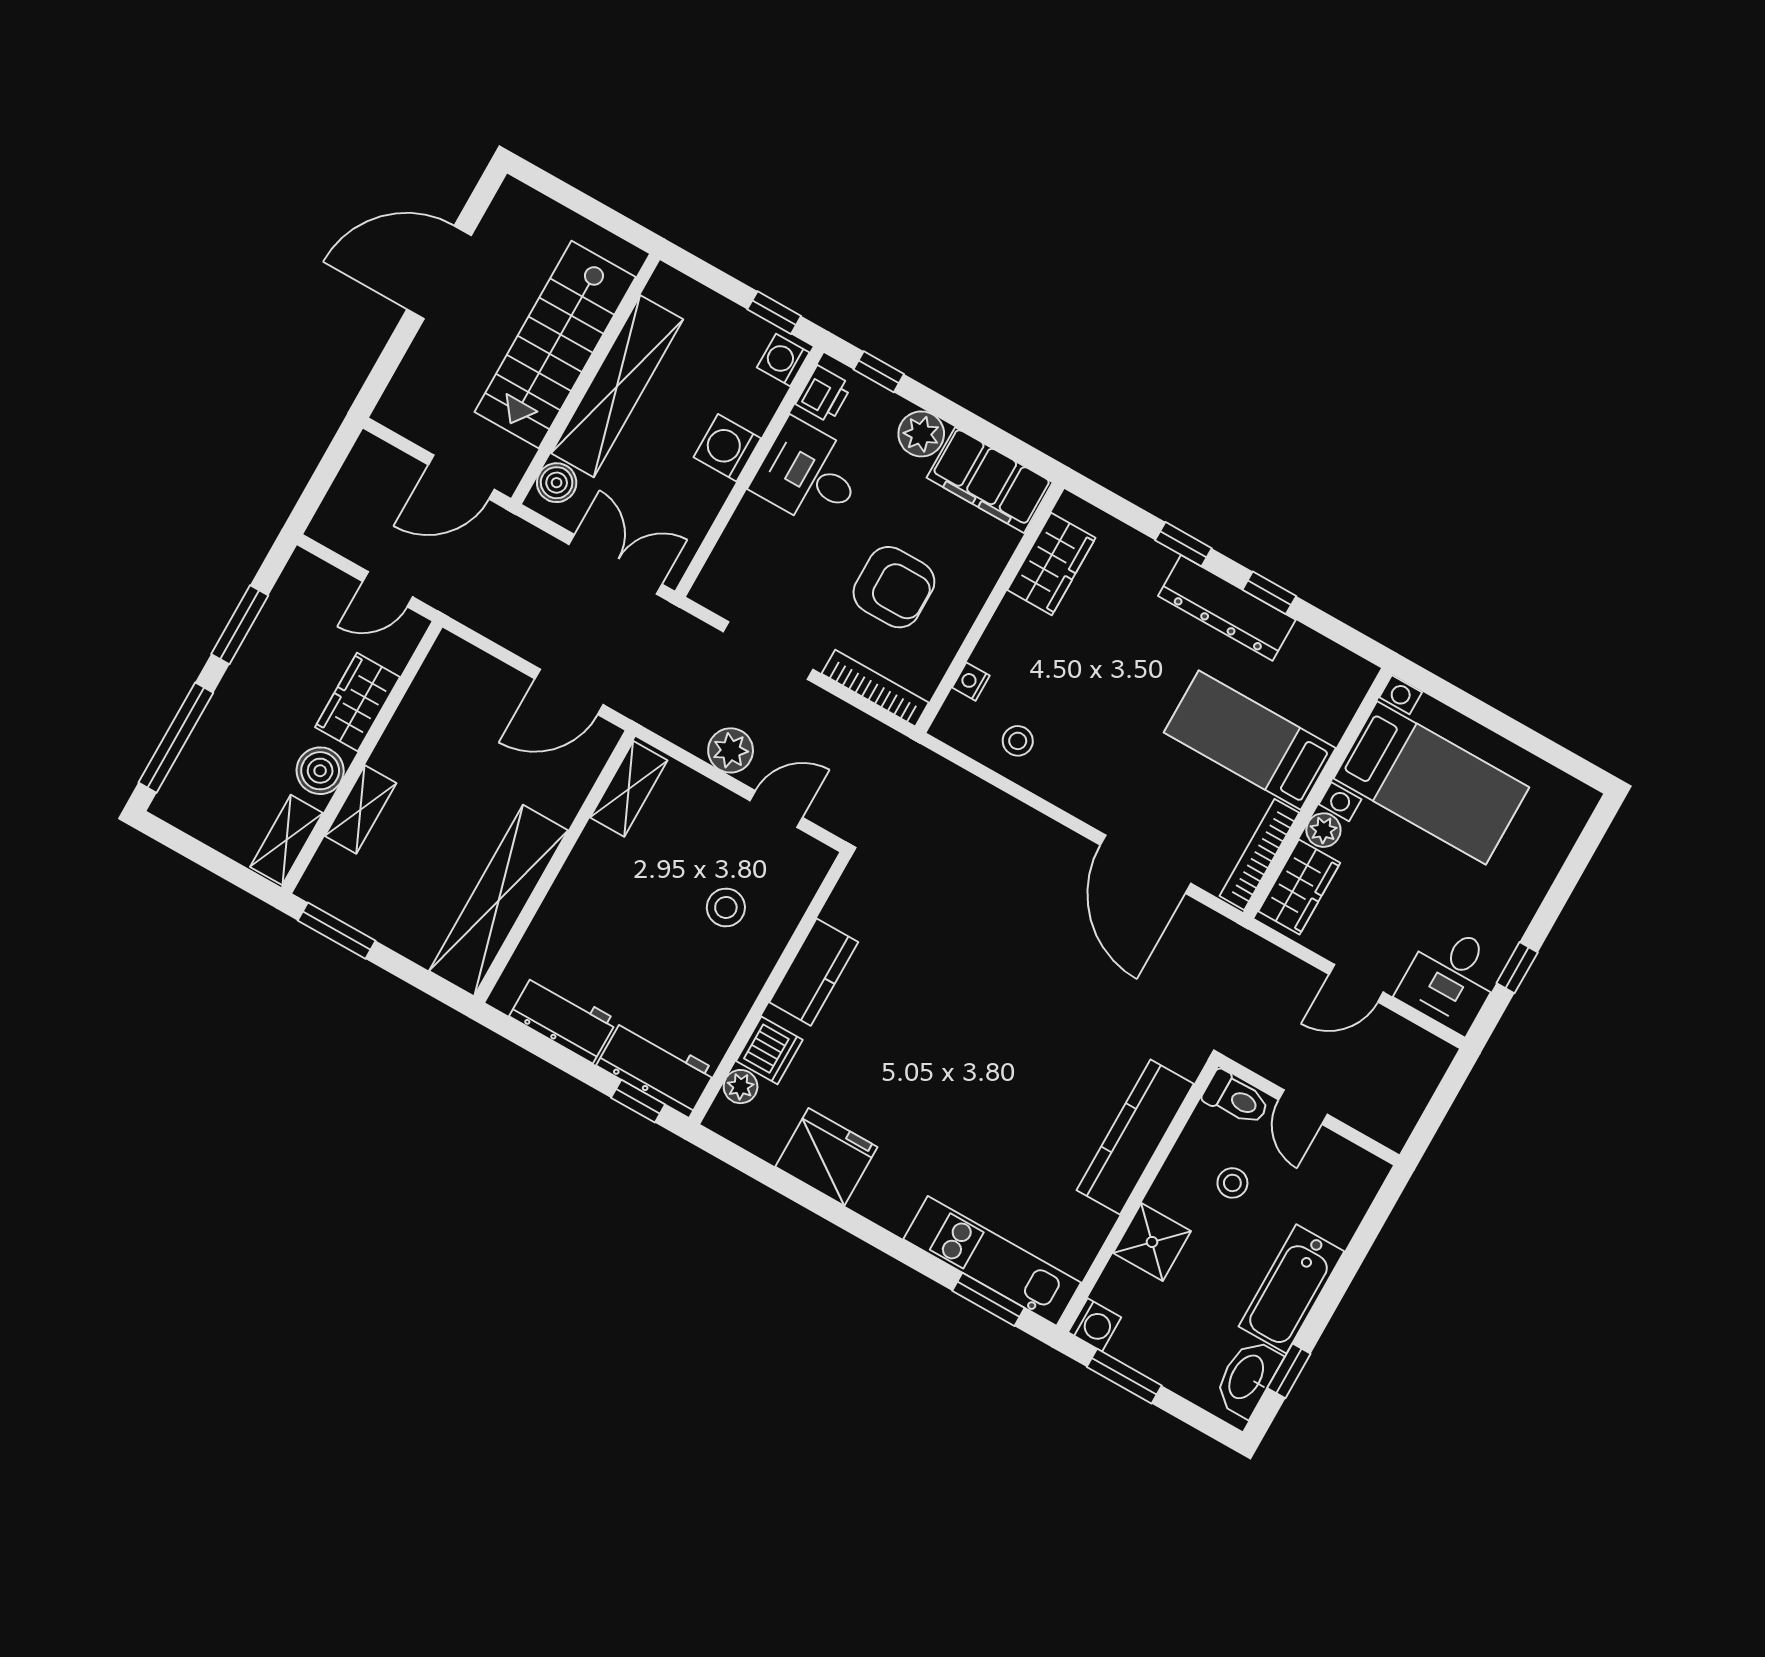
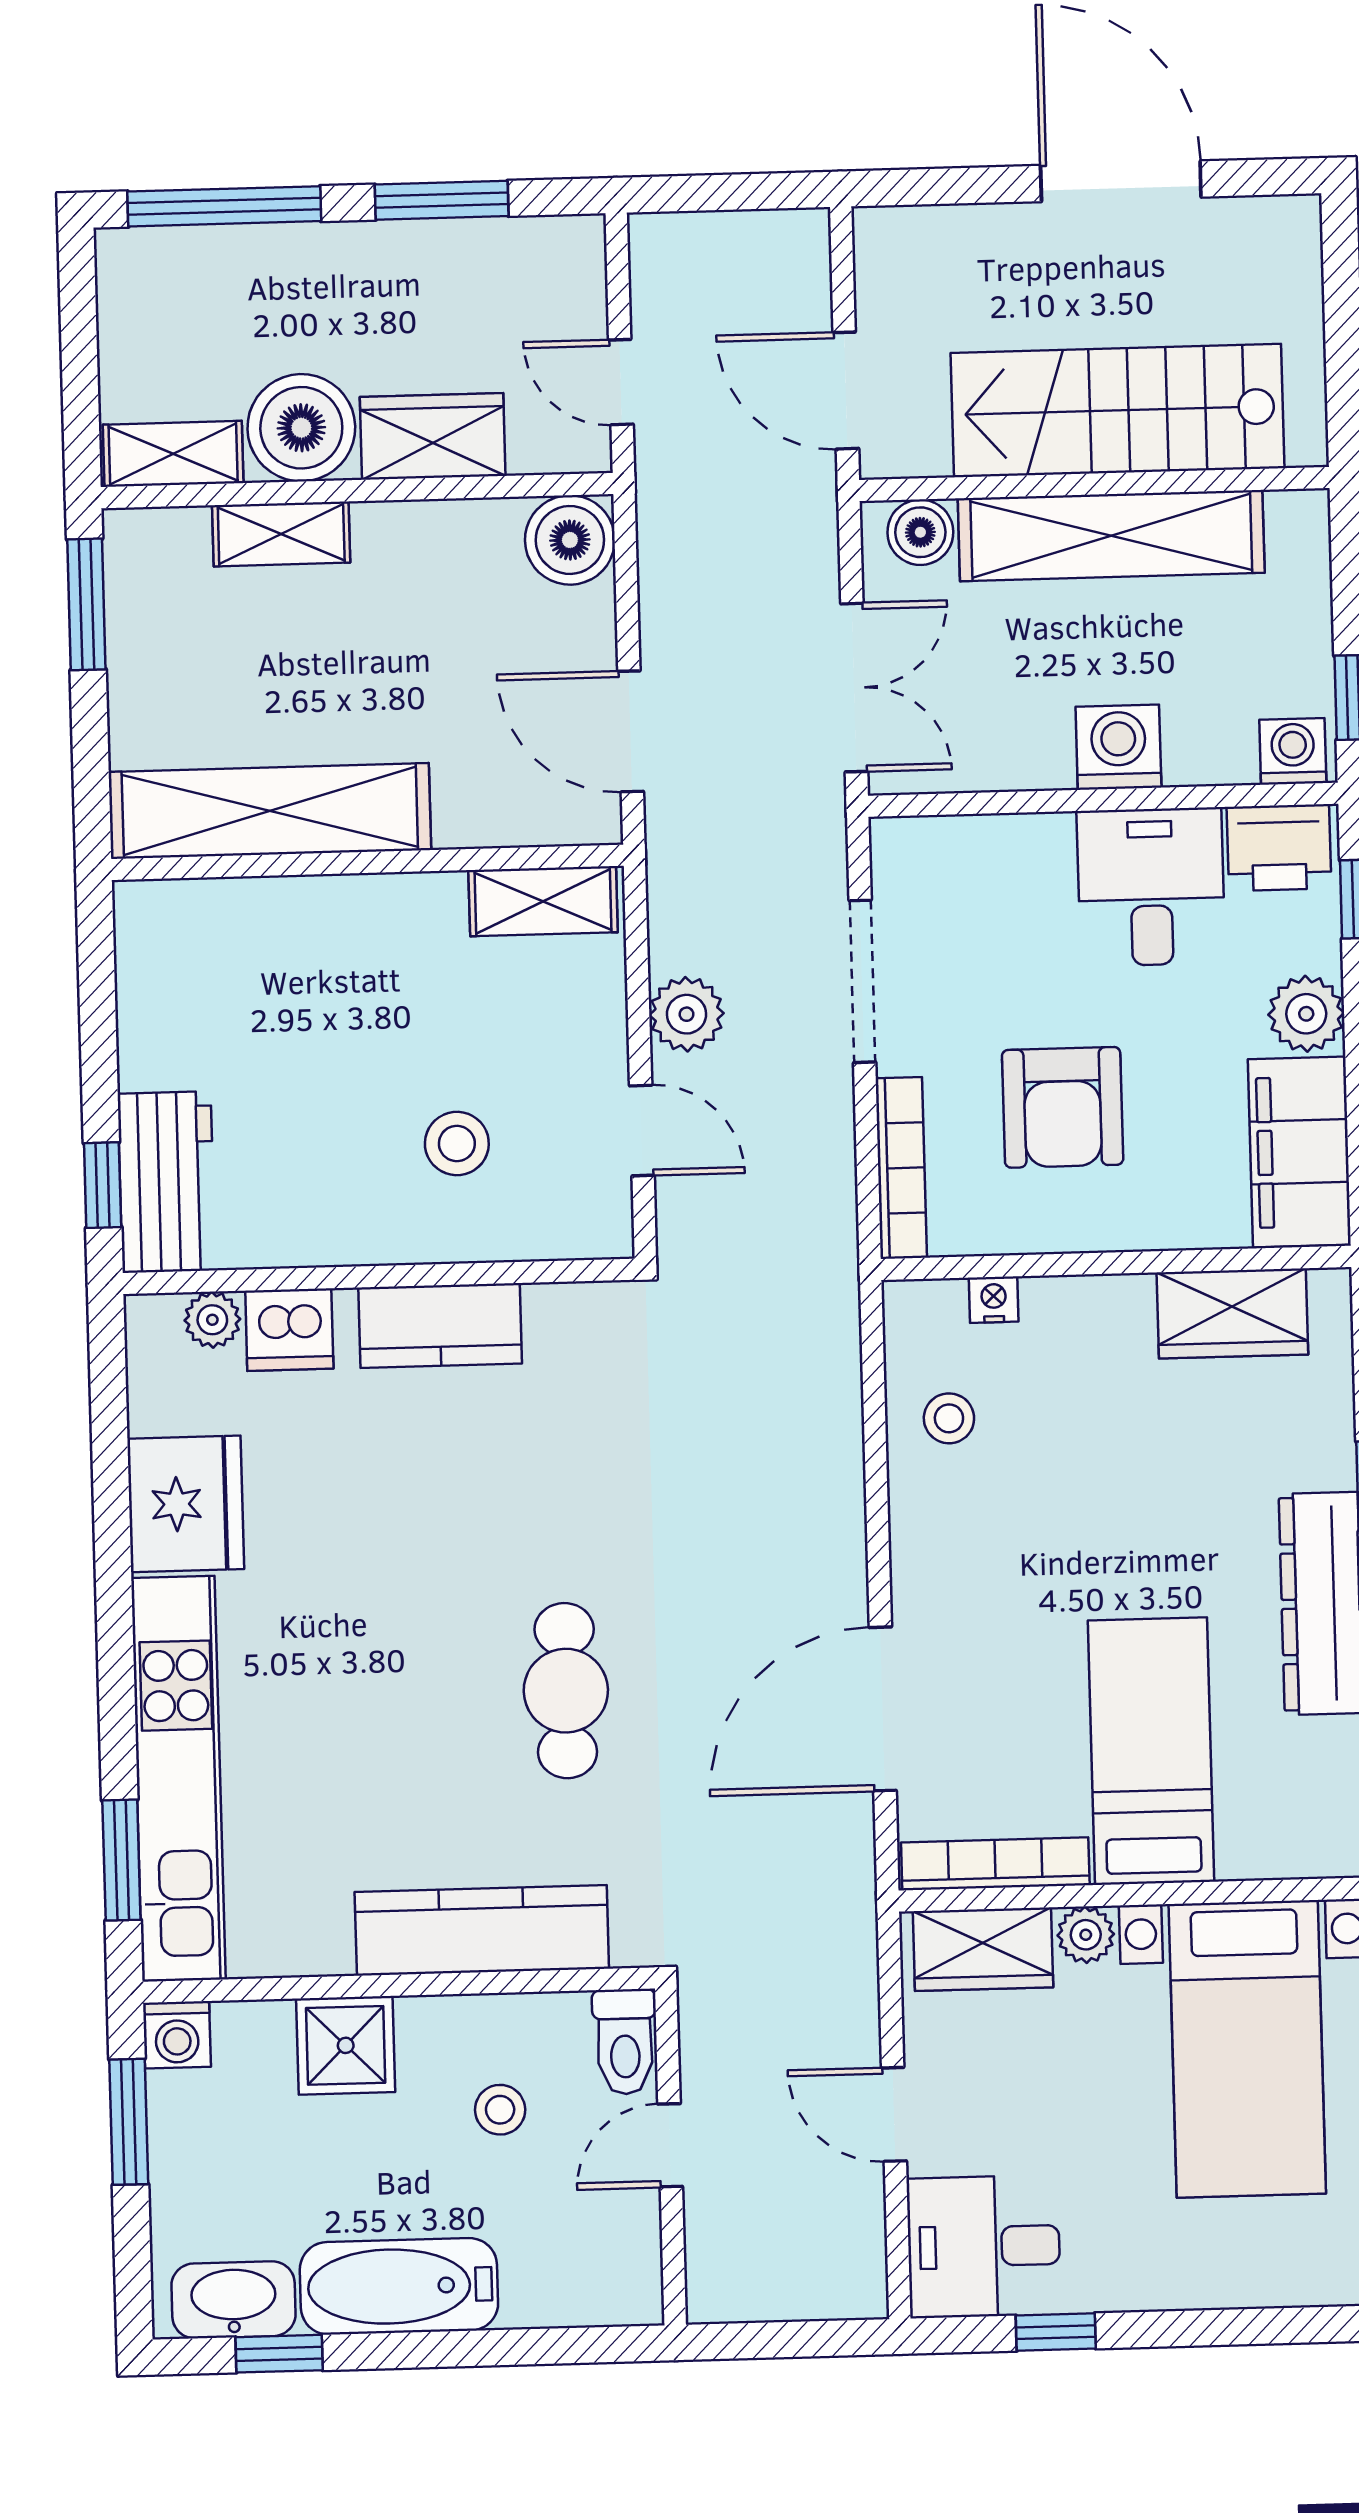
printer: (824, 394) -> (1279, 848), width x1.36, depth x1.24
boiler: (453, 664) -> (570, 540), added
boiler: (320, 771) -> (301, 428), width x1.37, depth x1.37
workbench: (563, 1018) -> (157, 1006), removed
cafe table: (1039, 1020) -> (566, 1691), added
kitchen unit: (992, 1261) -> (178, 1778), width x1.36

